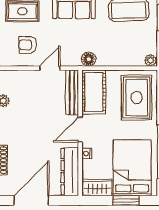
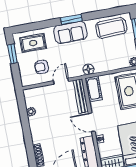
cot: (94, 92) -> (94, 89), width x0.73, depth x0.75
door: (80, 130) -> (92, 122), hinge flipped

